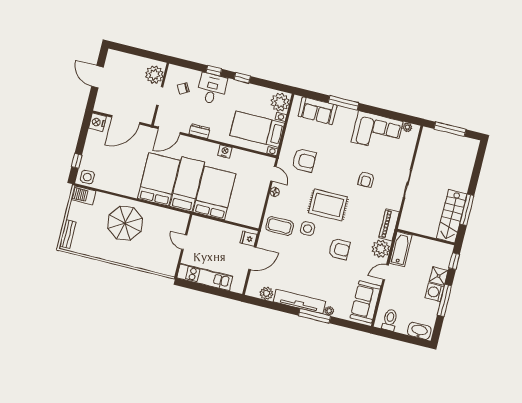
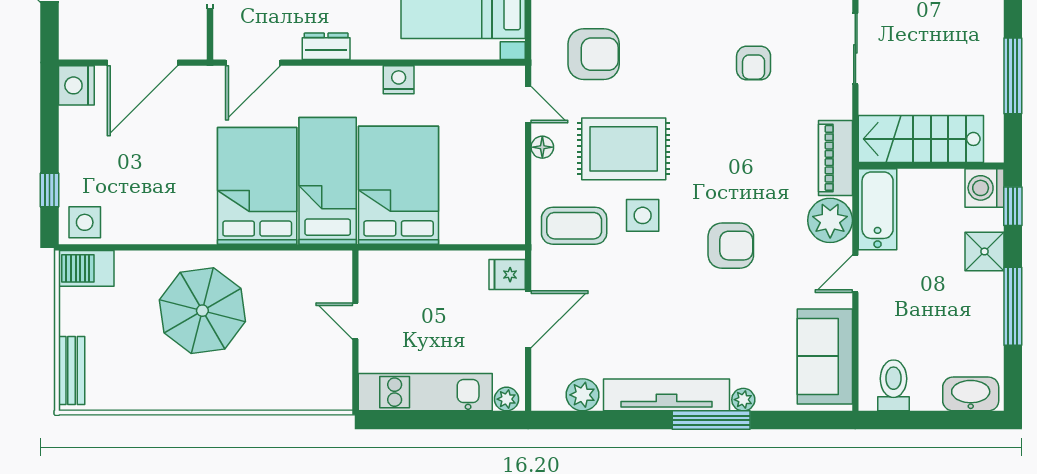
rug: (328, 205) -> (624, 149), moved
stairs: (452, 216) -> (921, 139), moved, turned 90
plant: (236, 288) -> (507, 399), added
washing machine: (435, 292) -> (984, 188), moved

